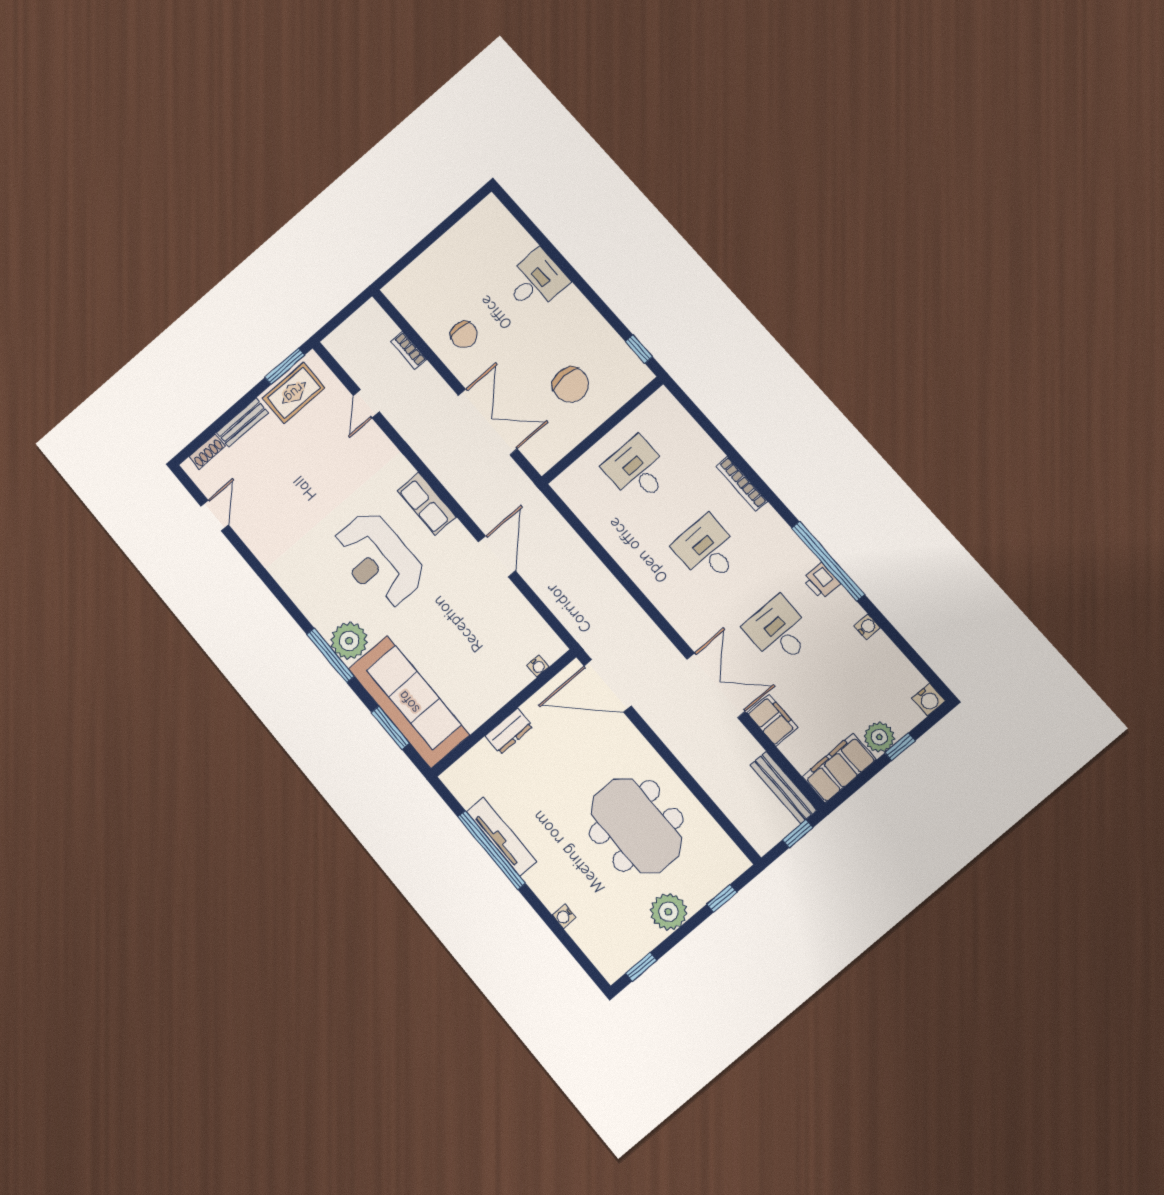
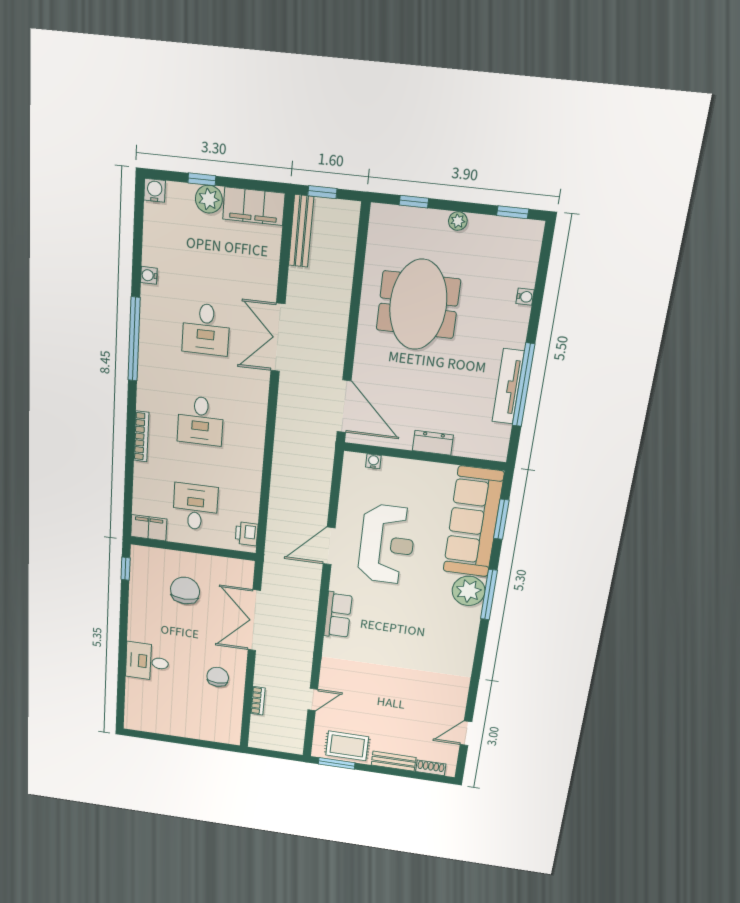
desk: (637, 470) -> (195, 507), turned 180
reception desk: (378, 560) -> (387, 544), moved
printer: (821, 581) -> (247, 534), moved, turned 180
filing cabinet: (772, 720) -> (149, 528), moved, turned 90
plant: (669, 912) -> (458, 221), width x0.53, depth x0.53

